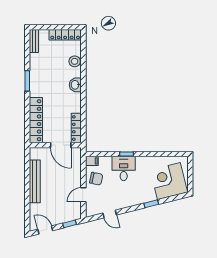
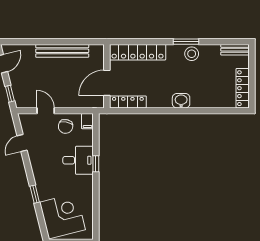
stool: (75, 61) -> (192, 54), moved

